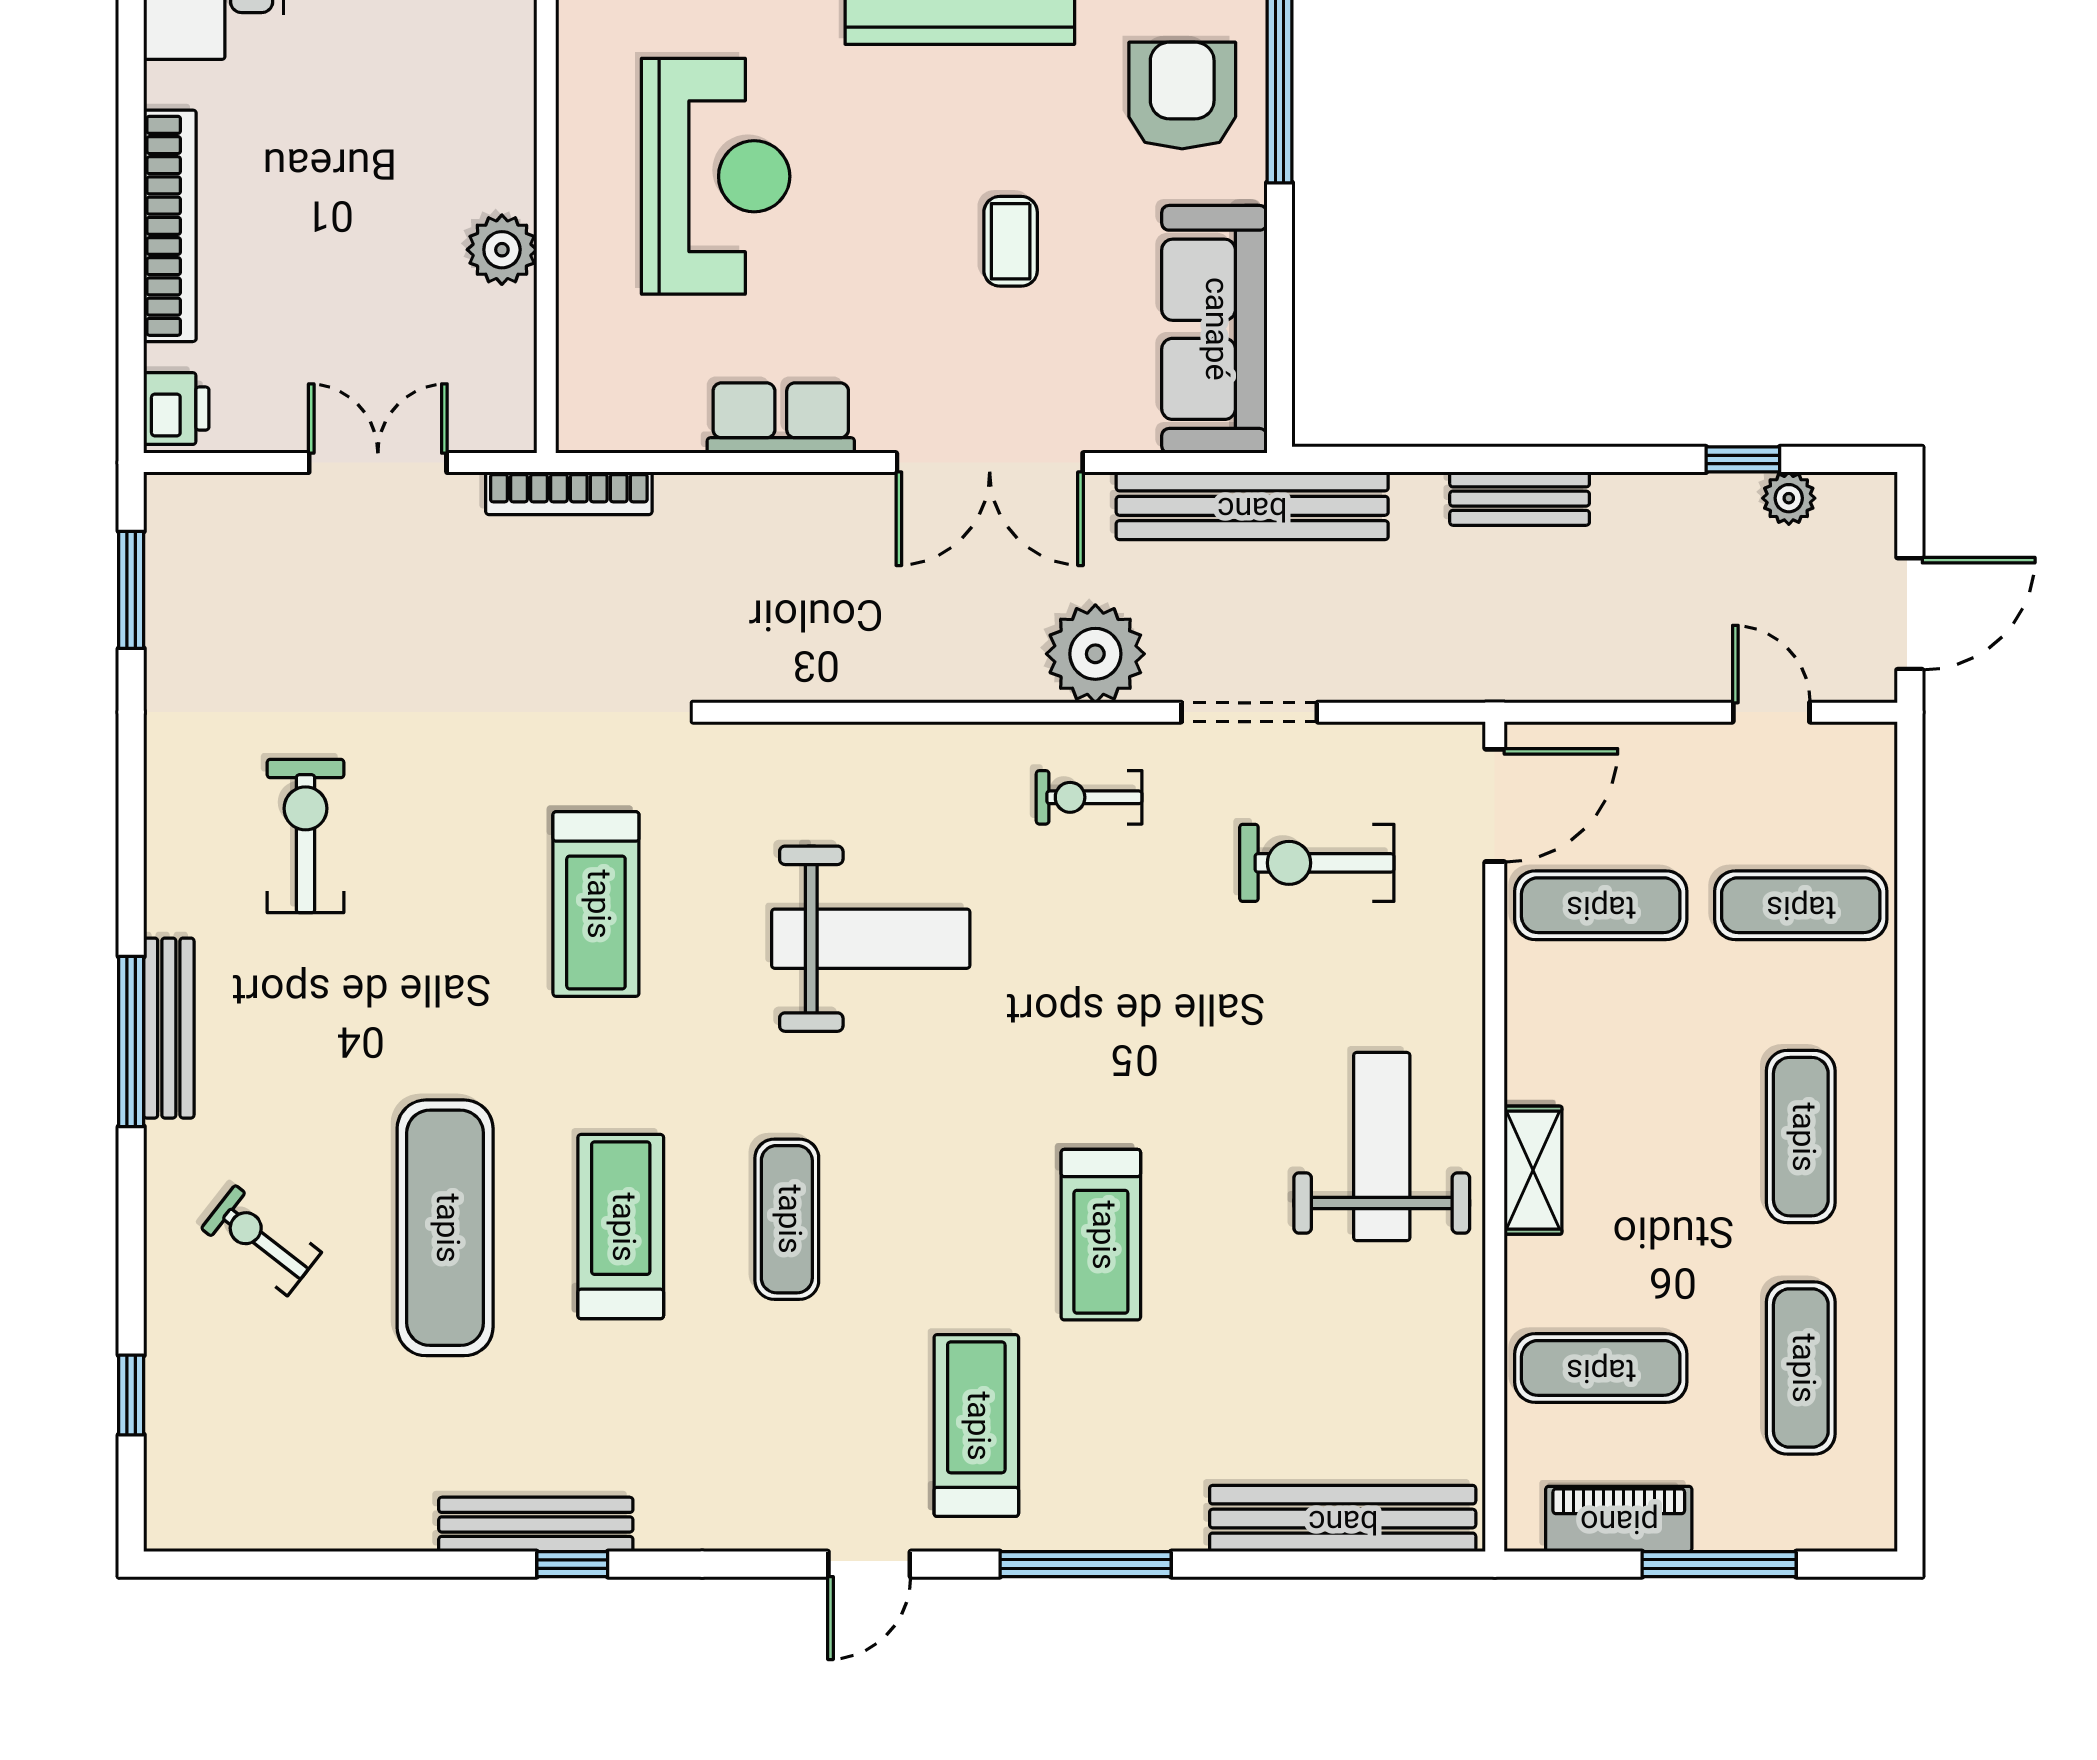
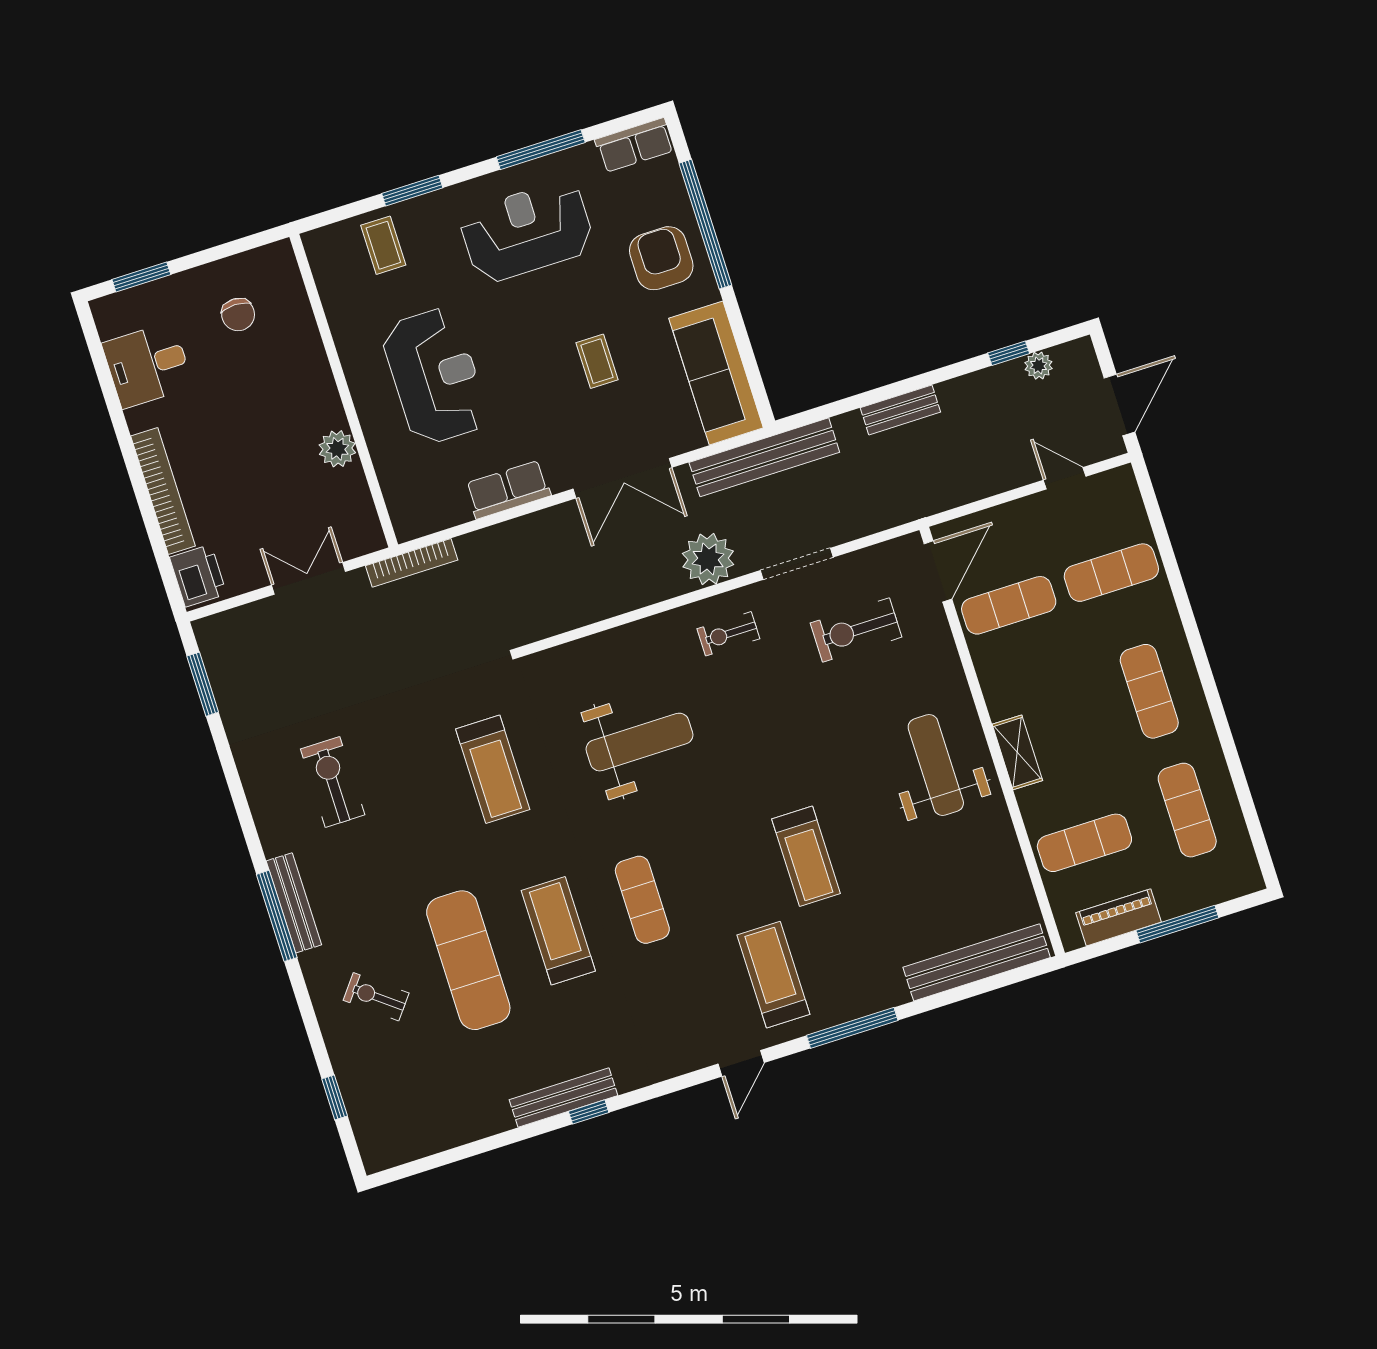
printer: (176, 409) -> (198, 576), width x1.36, depth x1.24

